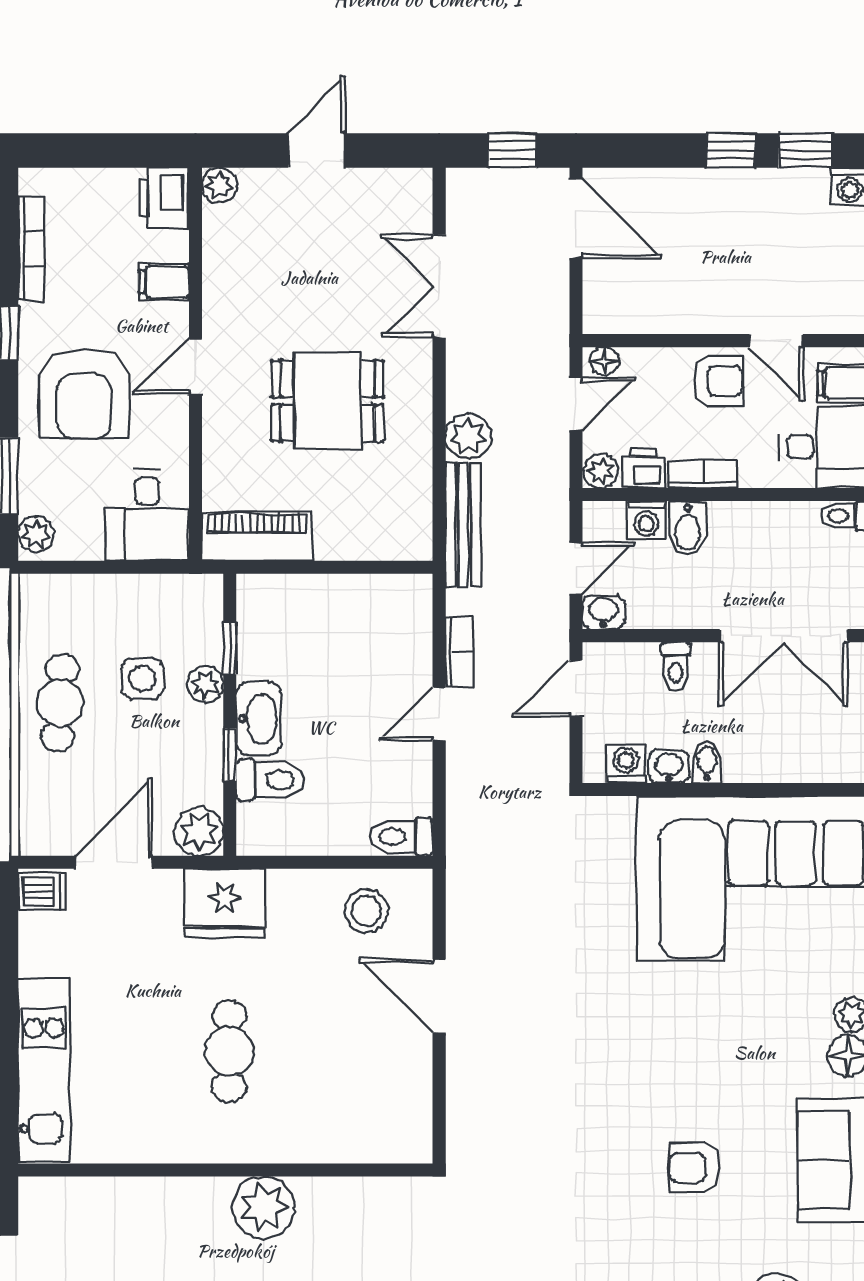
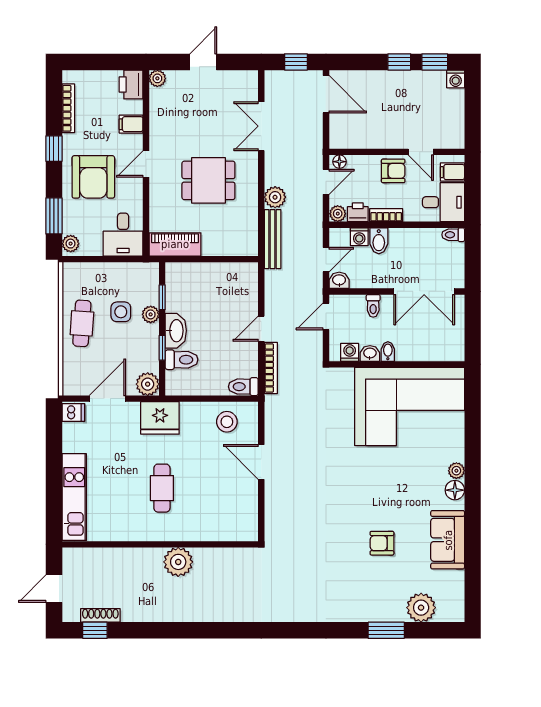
bookcase: (459, 652) -> (271, 368), moved, width x1.56

